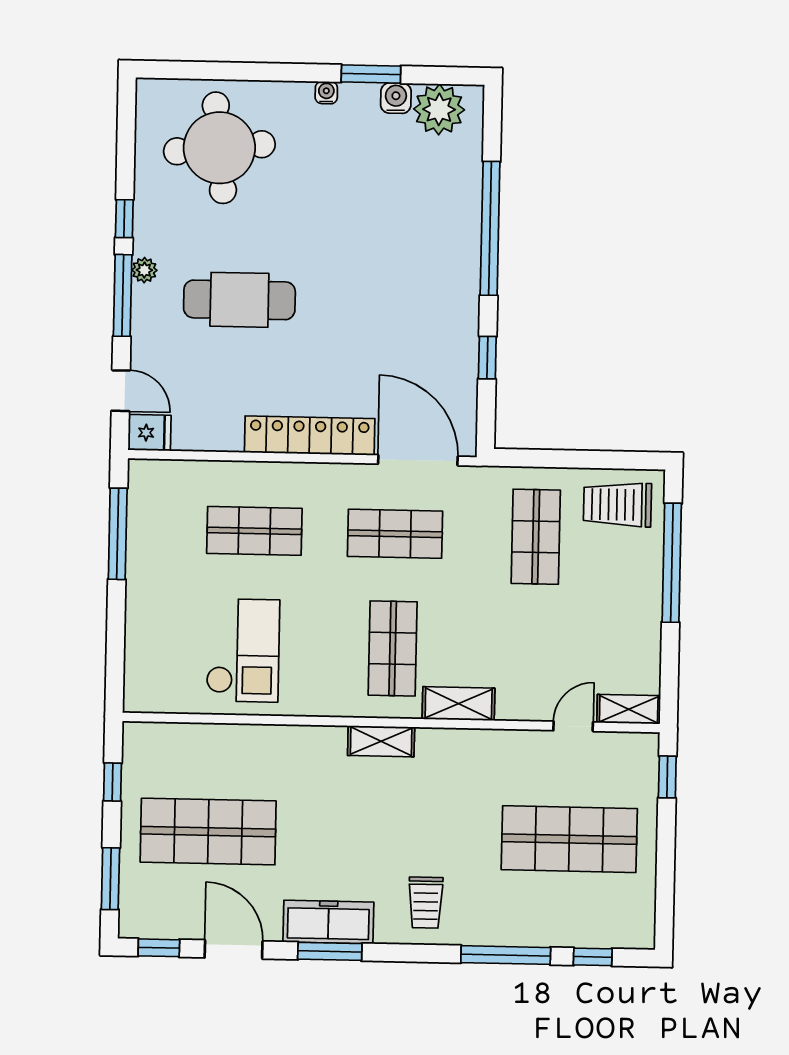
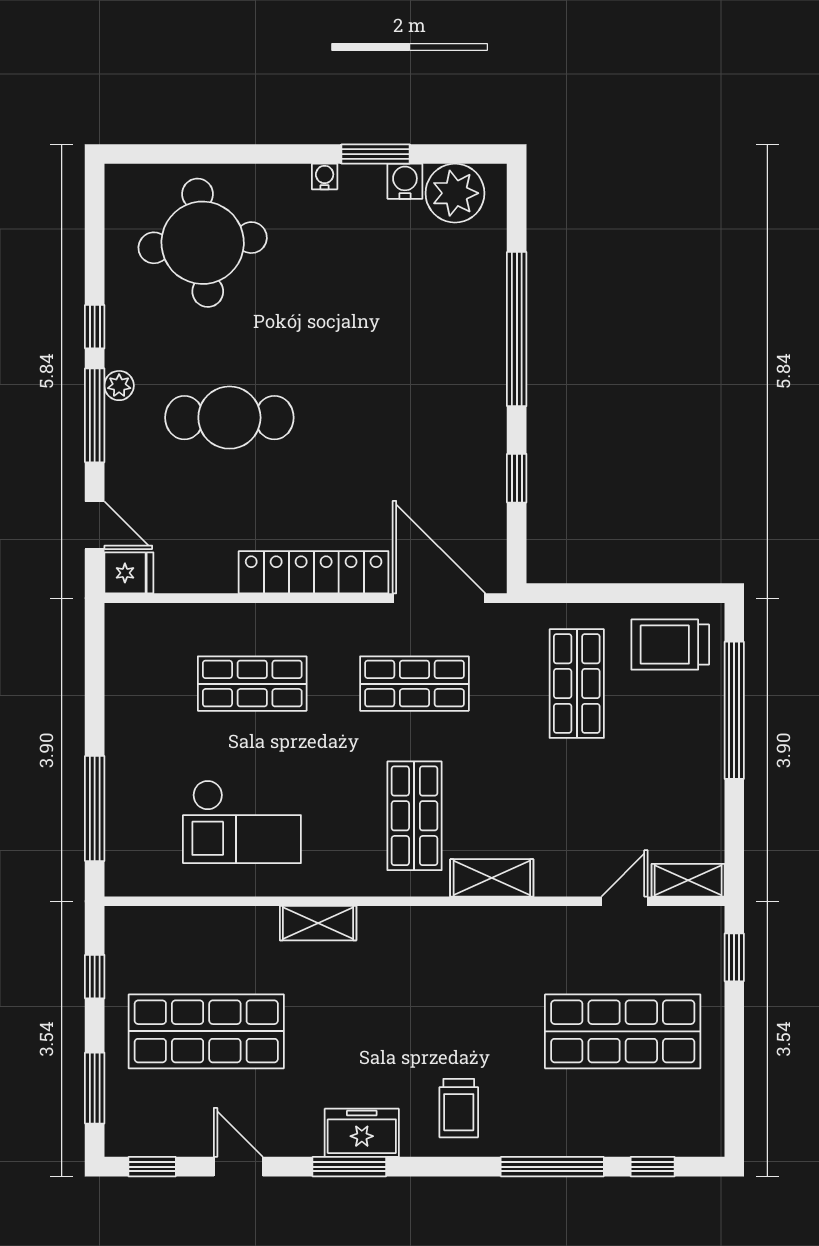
window: (118, 534) -> (95, 808), moved
checkout: (243, 650) -> (242, 822), turned 90
shelving: (381, 741) -> (318, 923), moved
freezer: (328, 922) -> (362, 1133), width x0.71
door: (234, 949) -> (238, 1167), width x0.73

